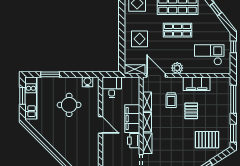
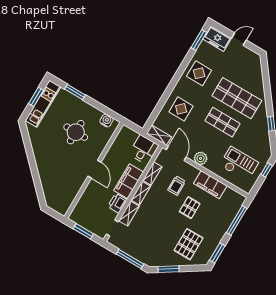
desk: (112, 87) -> (144, 150), moved
pallet: (207, 140) -> (189, 244), turned 90

